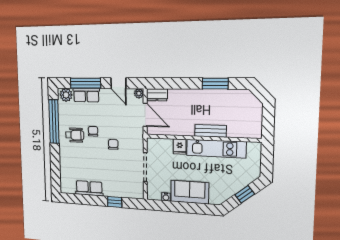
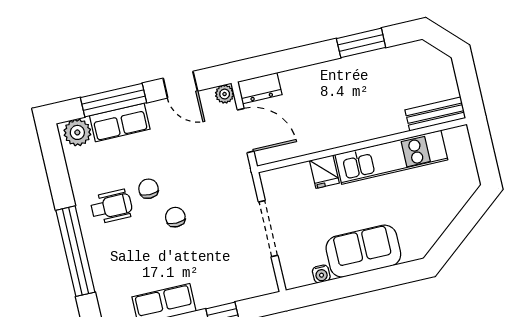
window: (54, 122) -> (75, 251), moved
bench: (210, 131) -> (435, 114), moved
chair: (113, 144) -> (175, 217), moved
window: (245, 194) -> (462, 225), removed

